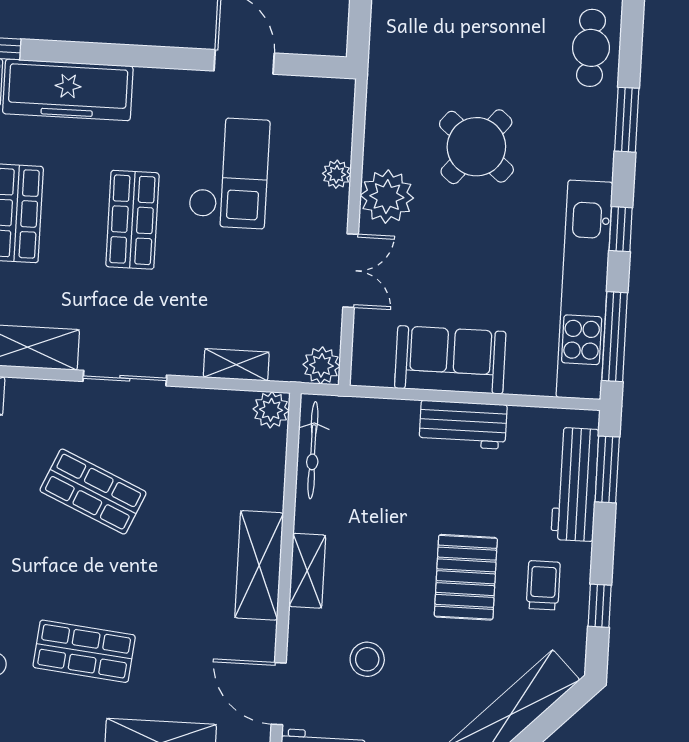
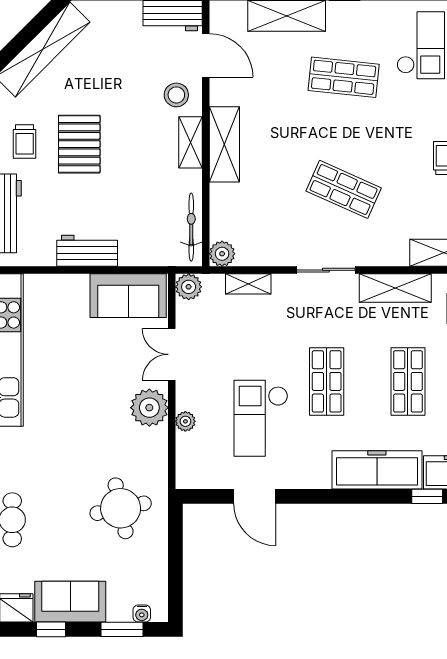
round table: (476, 147) -> (121, 508), moved, turned 38
sofa: (450, 360) -> (128, 296), moved
stool: (367, 659) -> (176, 95), moved

